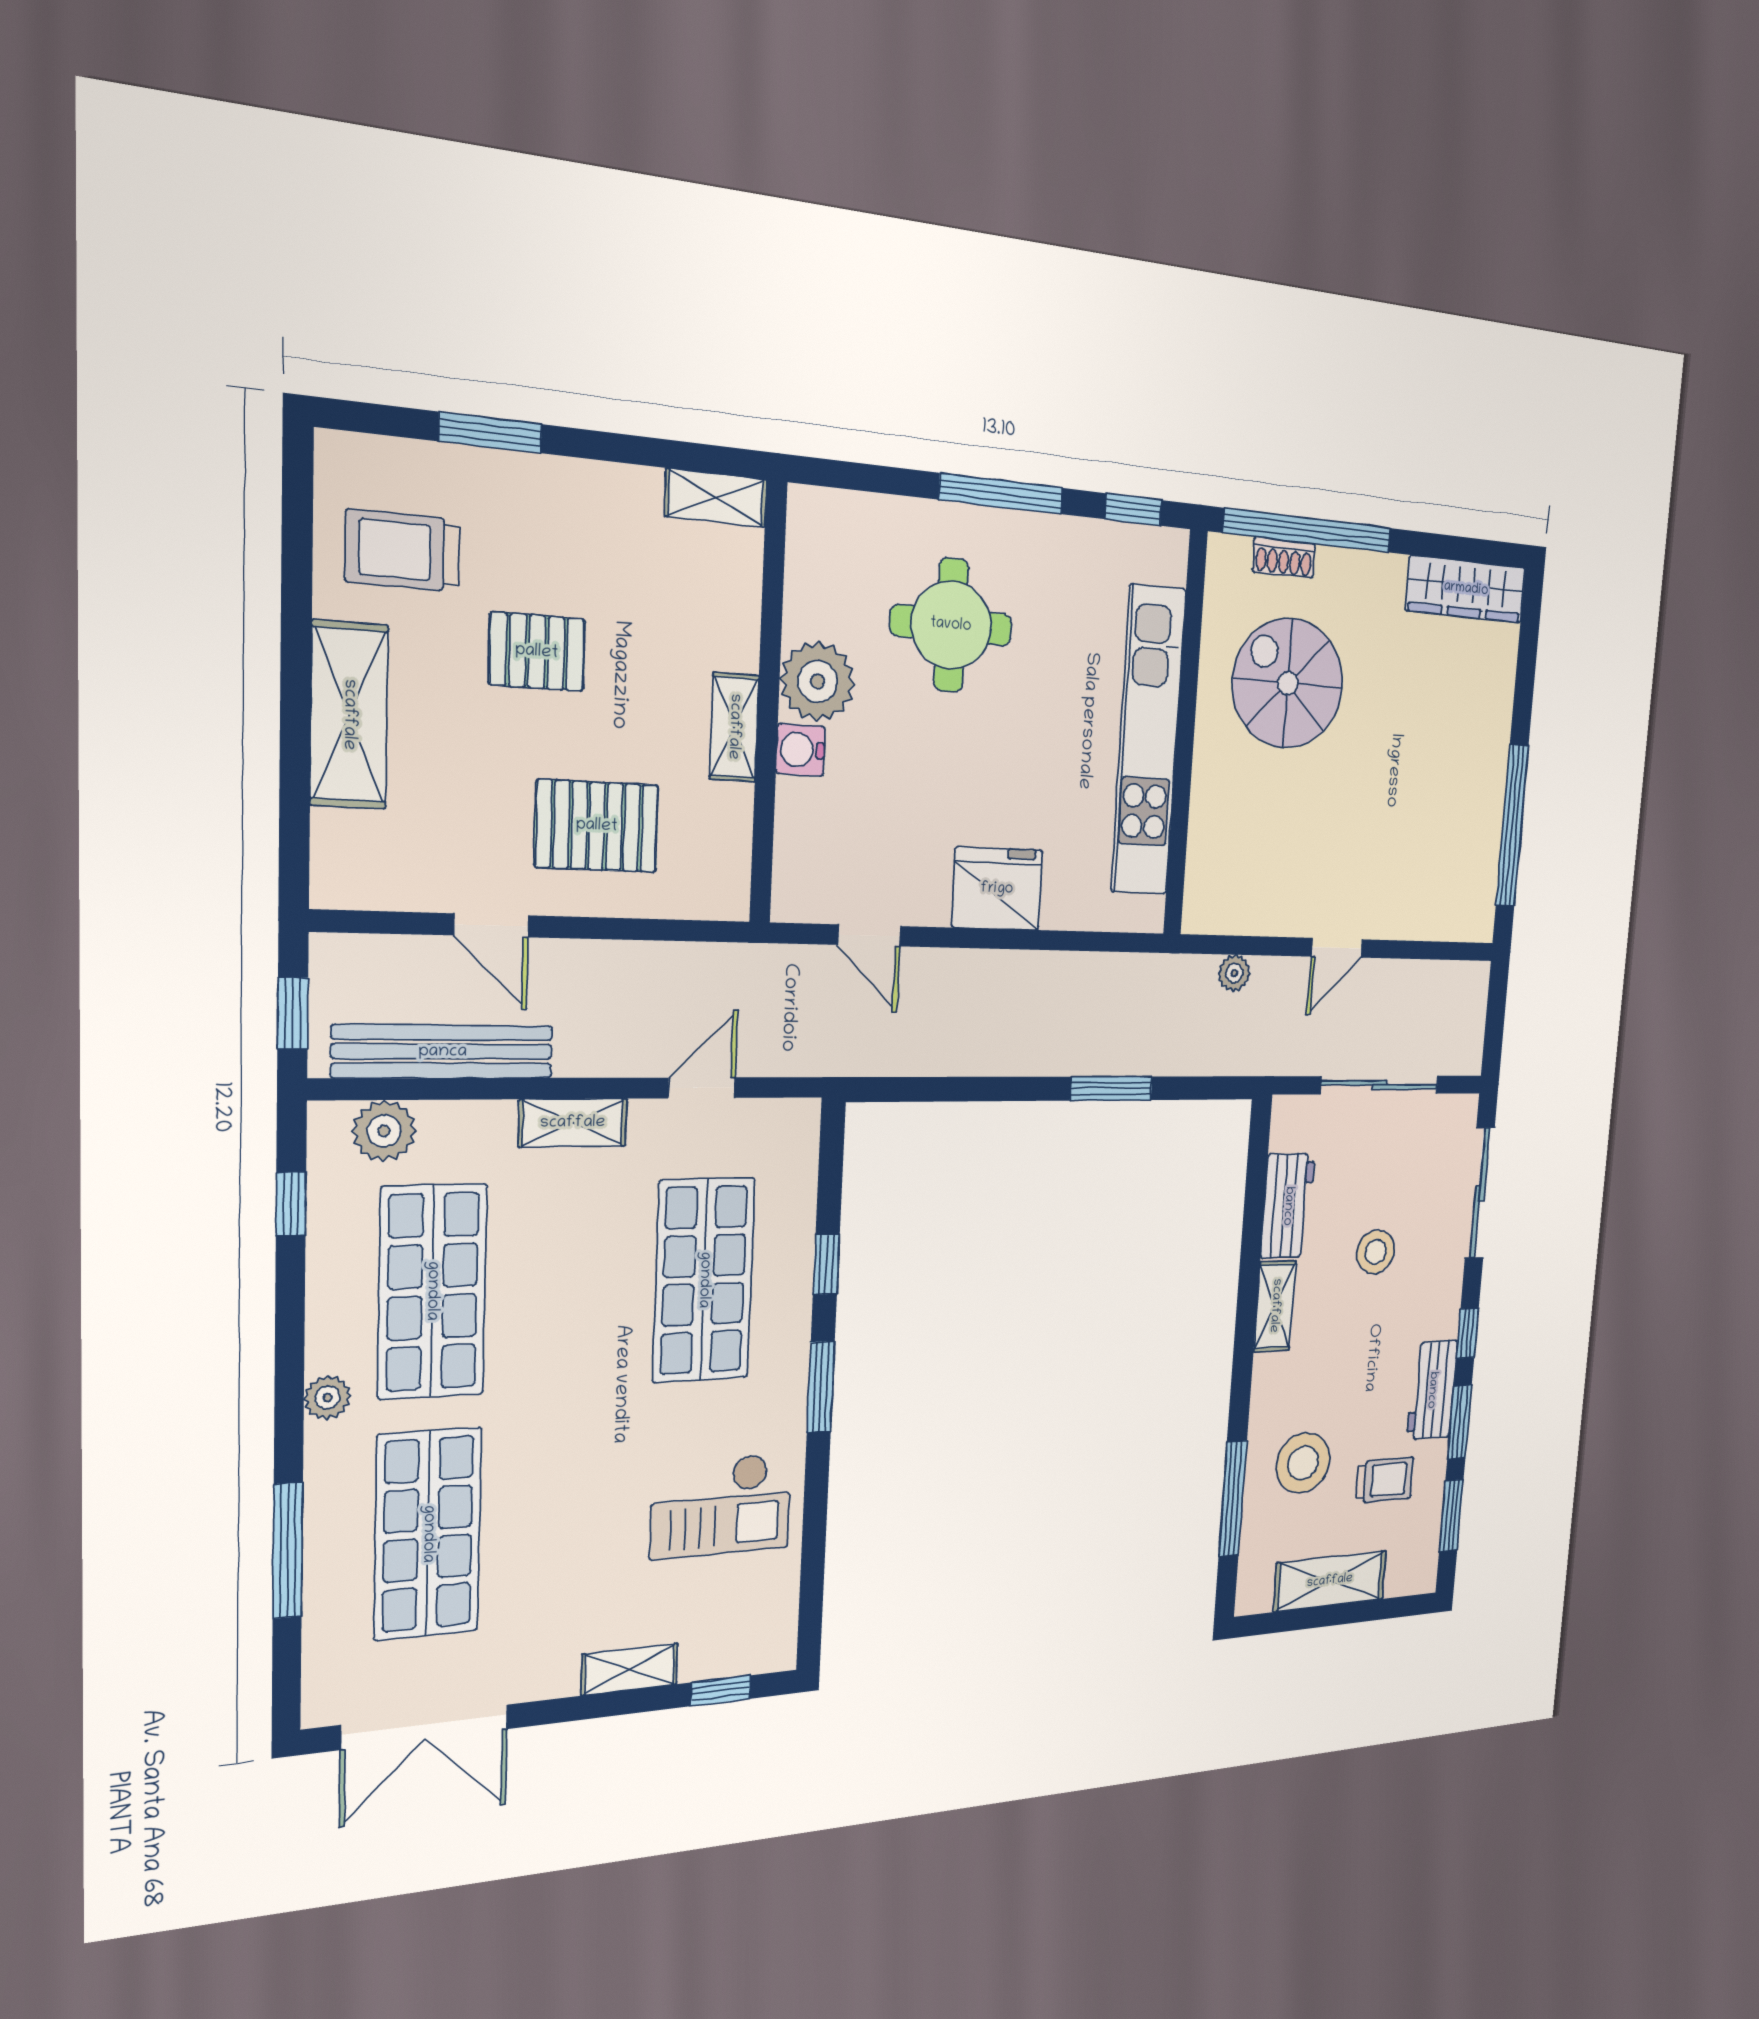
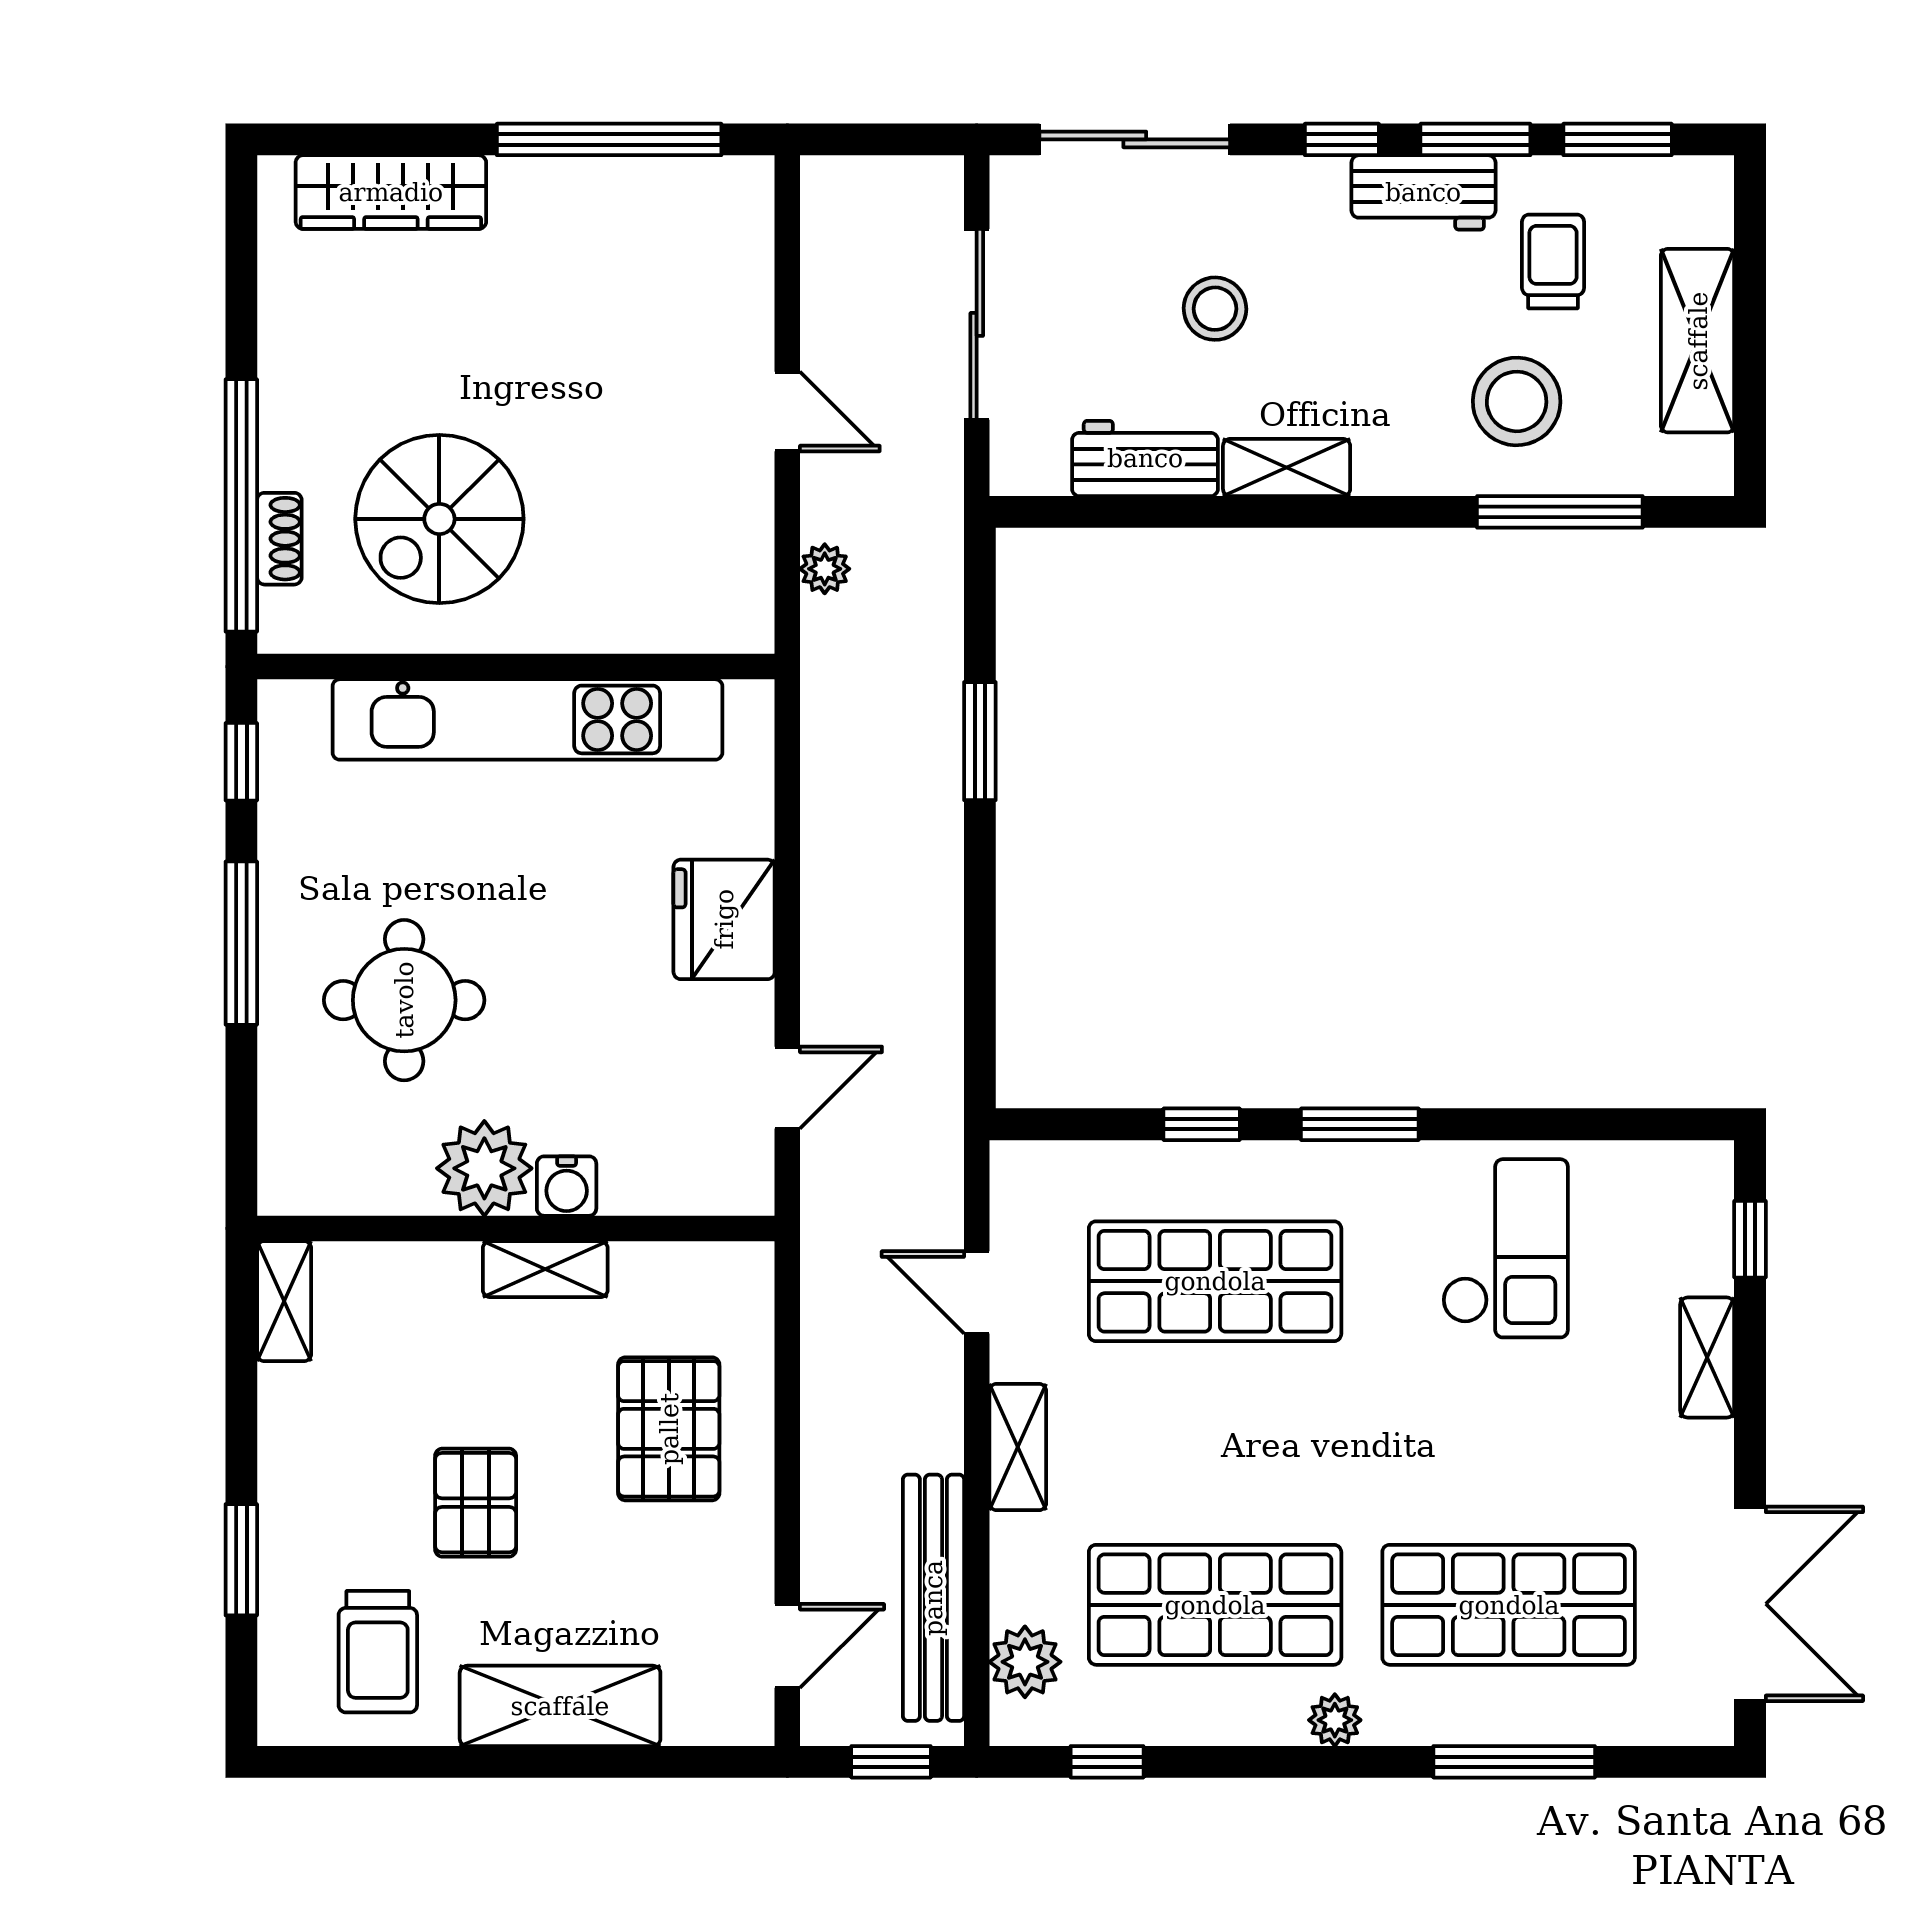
wardrobe: (1466, 589) -> (391, 192), moved, turned 90
door: (491, 925) -> (787, 1646), moved

